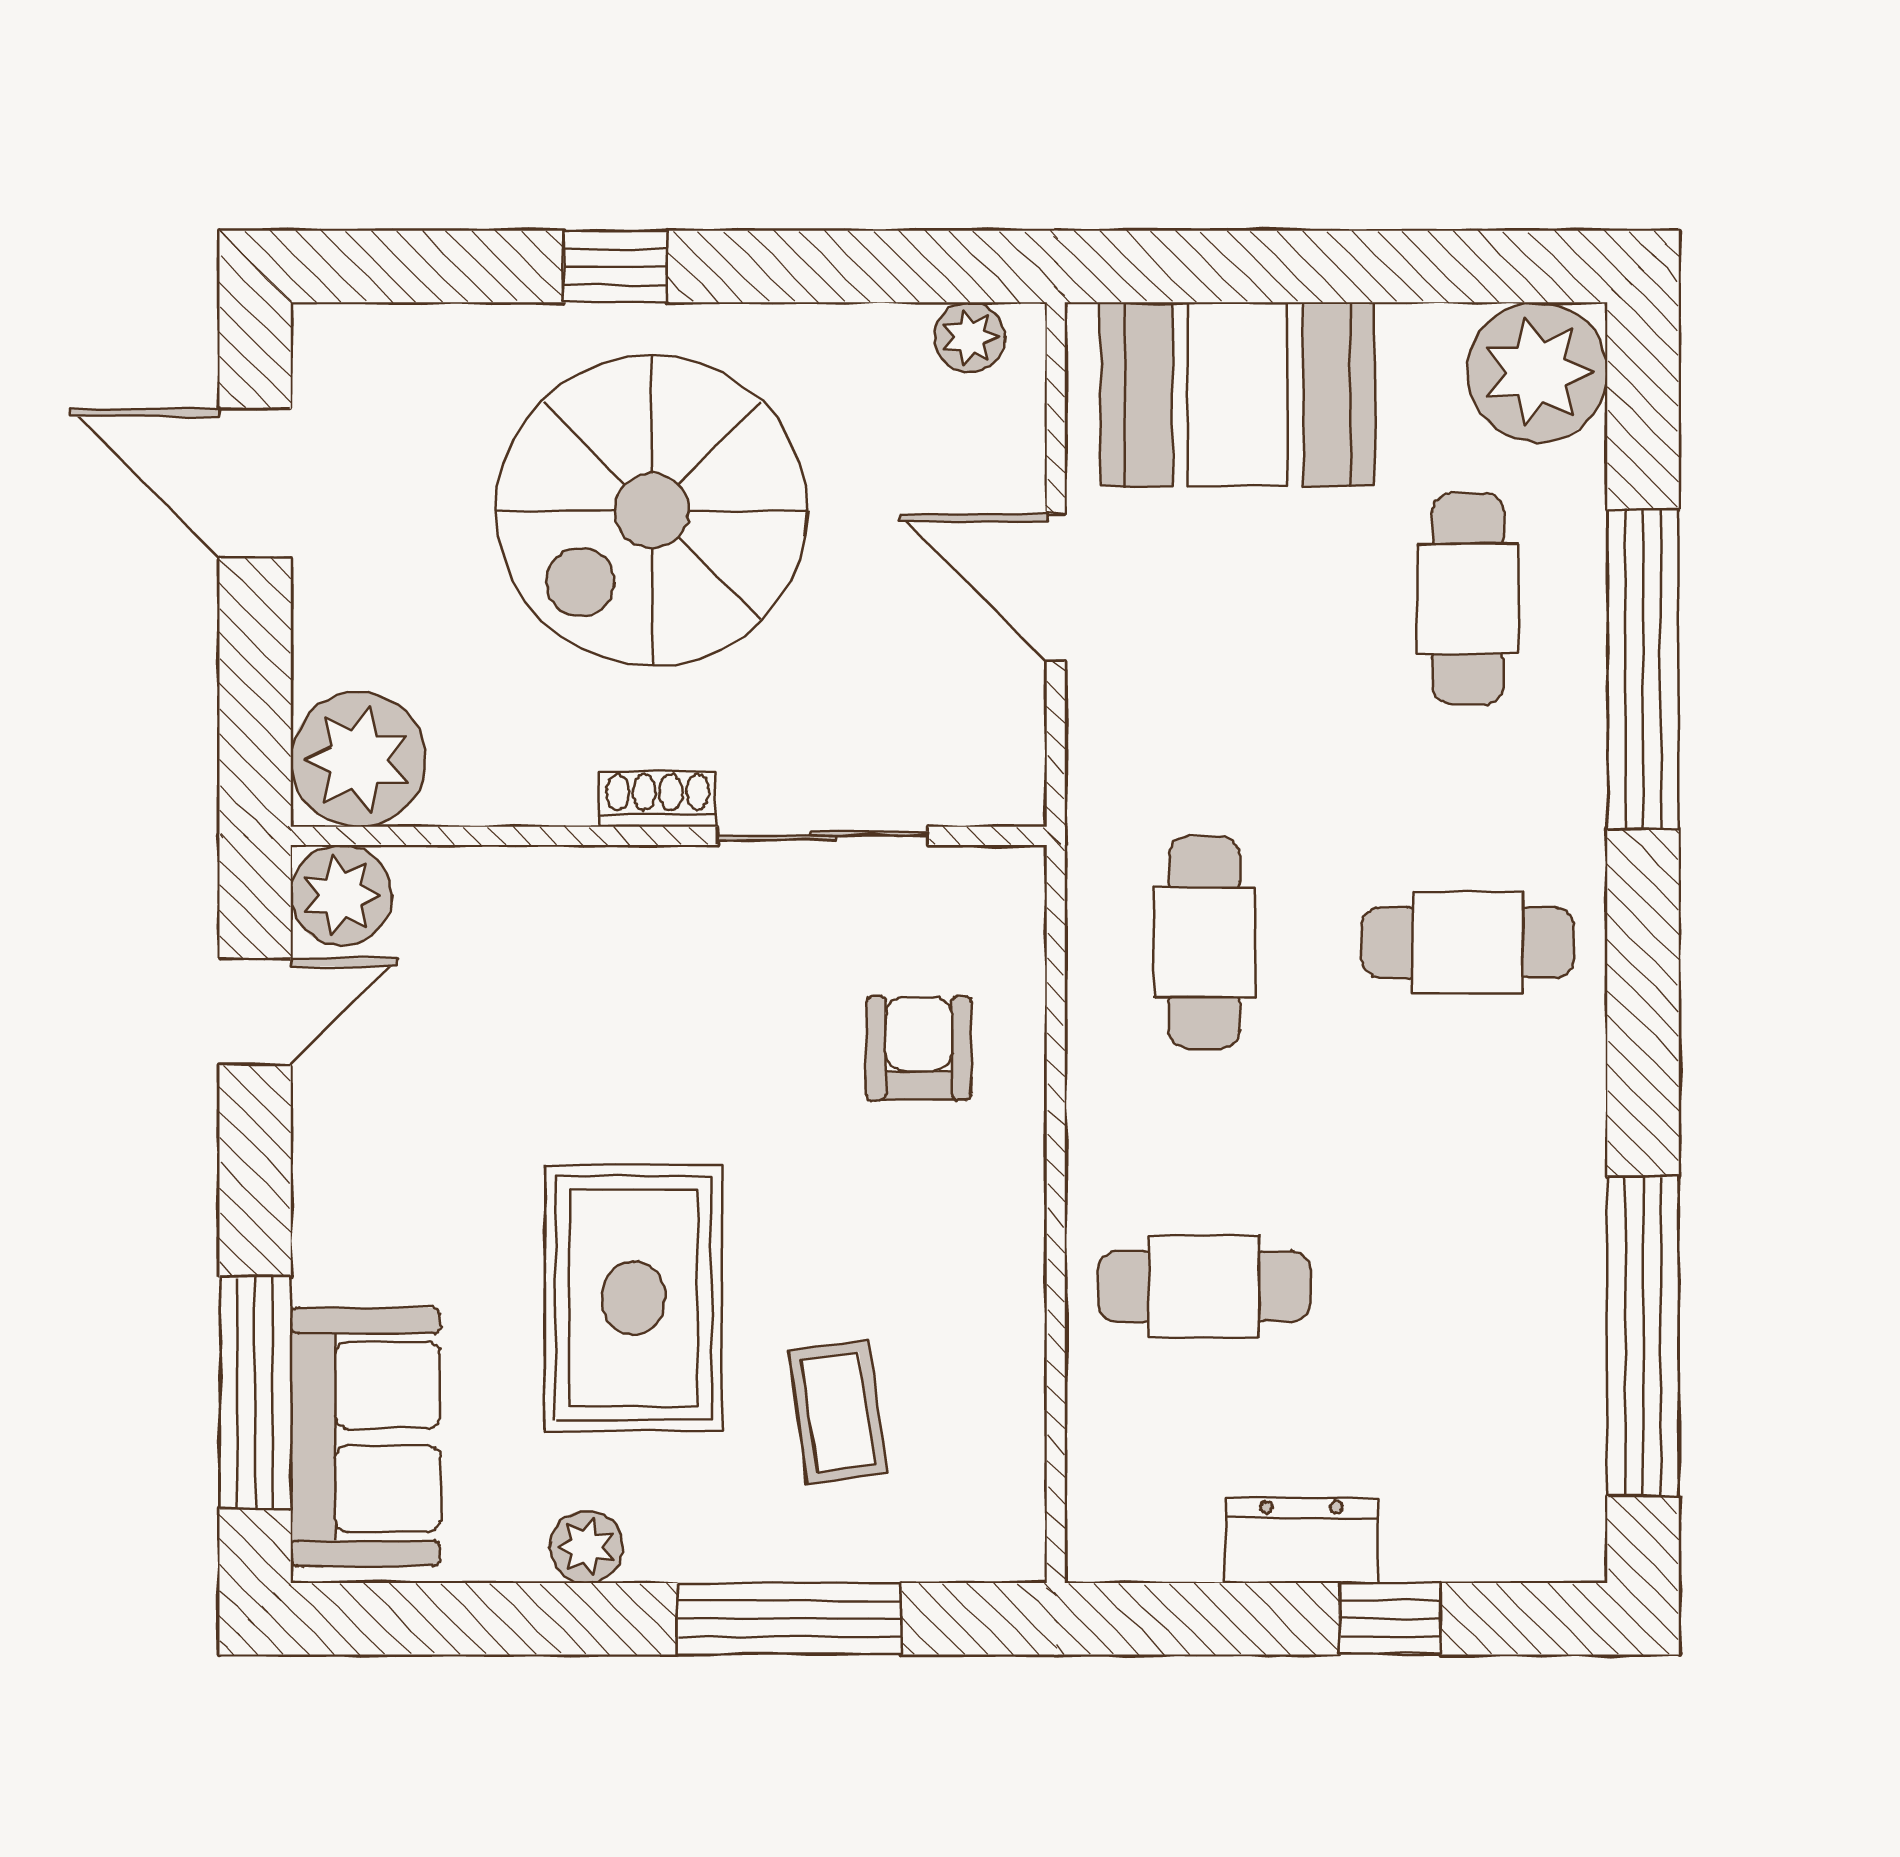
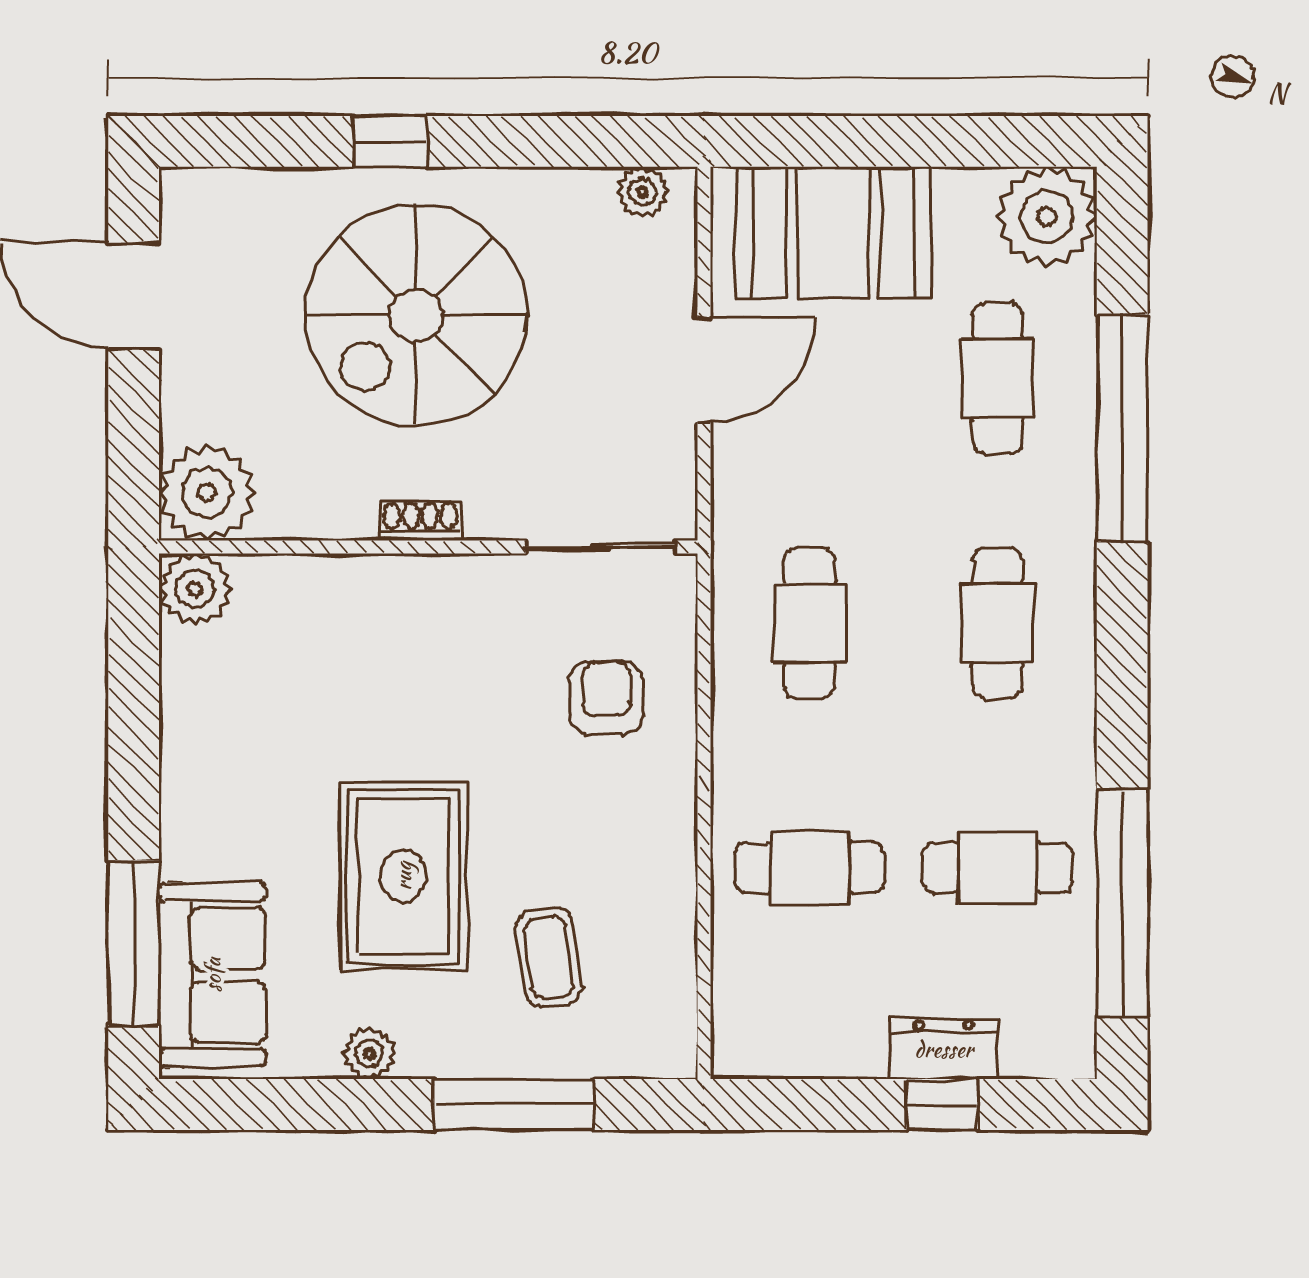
door: (1056, 588) -> (704, 370), swing flipped
sliding door: (823, 836) -> (601, 547), moved
cafe table: (1468, 943) -> (997, 623), turned 90
door: (255, 1012) -> (134, 672), removed
cafe table: (1468, 1287) -> (997, 868), added
dresser: (1301, 1540) -> (944, 1049), moved

